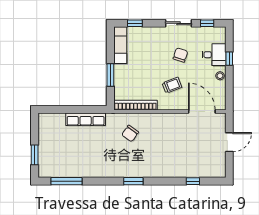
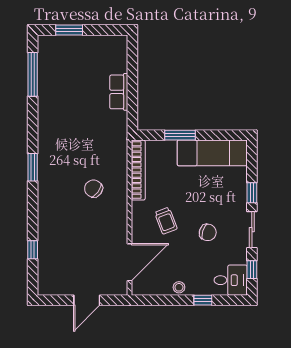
window: (135, 23) -> (252, 193), moved
exam couch: (120, 45) -> (212, 153), width x1.36, depth x1.45
desk: (214, 55) -> (231, 280), moved, turned -90
row of seats: (86, 119) -> (119, 92), width x0.68
chair: (130, 133) -> (94, 189), moved
door: (229, 142) -> (87, 300), hinge flipped

